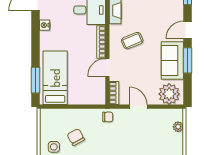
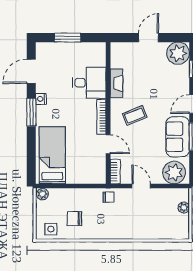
door: (107, 67) -> (108, 144), swing flipped
window: (36, 80) -> (31, 112), moved
plant: (46, 114) -> (42, 194), added
chair: (76, 137) -> (74, 219), turned -61

